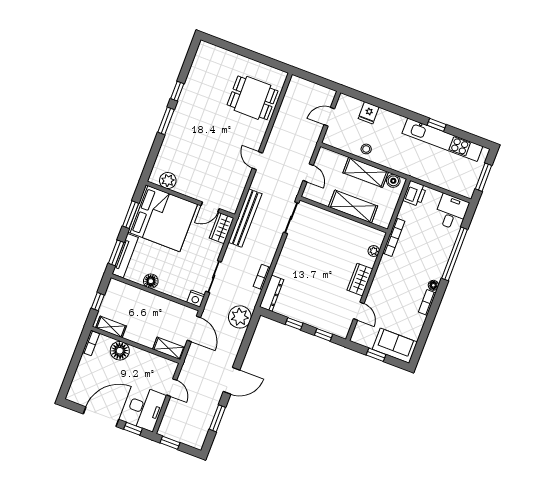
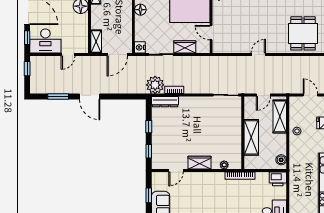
shelving: (366, 172) -> (280, 116), moved
bench: (245, 218) -> (213, 61), removed
wardrobe: (222, 228) -> (185, 47), moved
plant: (240, 317) -> (155, 85), moved

